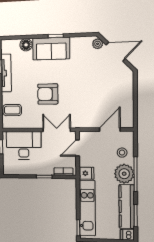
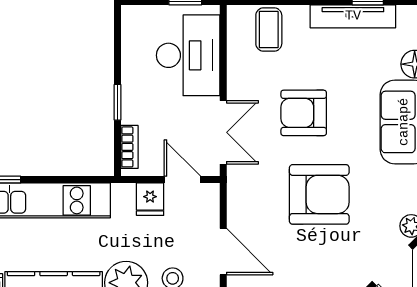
armchair: (84, 86) -> (319, 194), added
armchair: (48, 94) -> (304, 113), turned -90
fridge: (86, 173) -> (150, 199), moved

